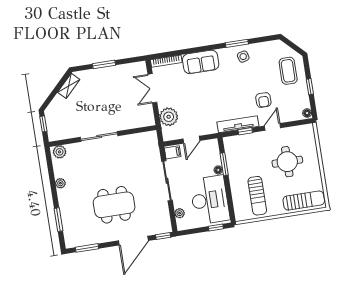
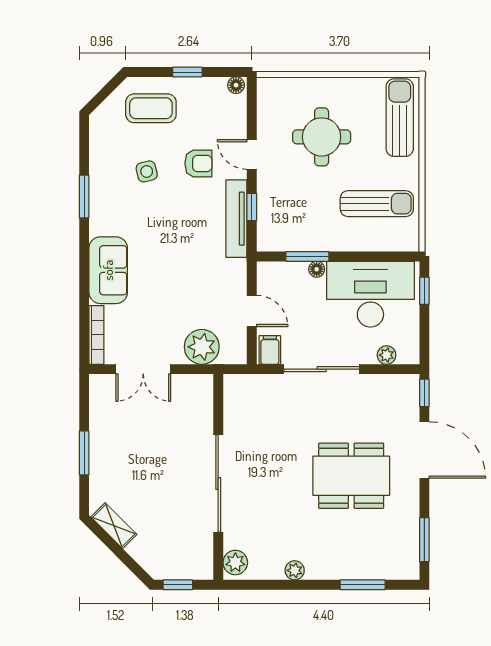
side table: (243, 57) -> (147, 171), moved
sliding door: (99, 137) -> (218, 484), width x1.36
dining table: (114, 205) -> (351, 476), turned 90

